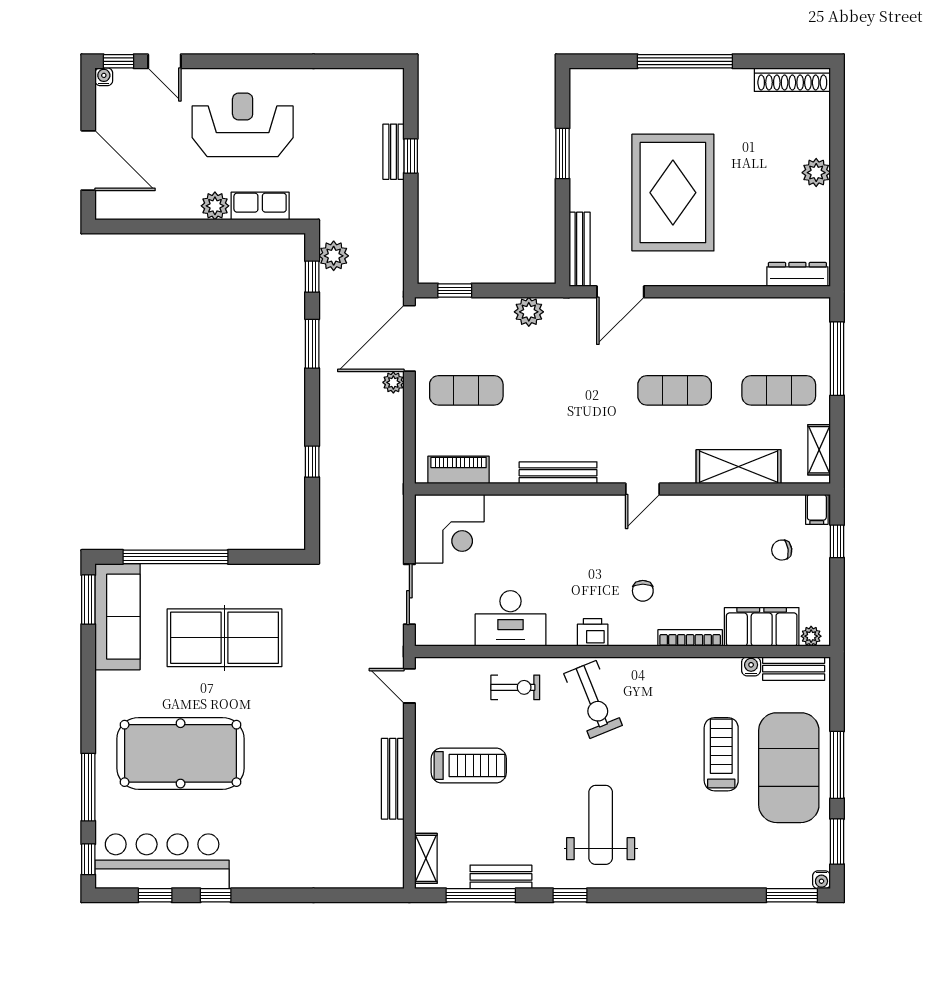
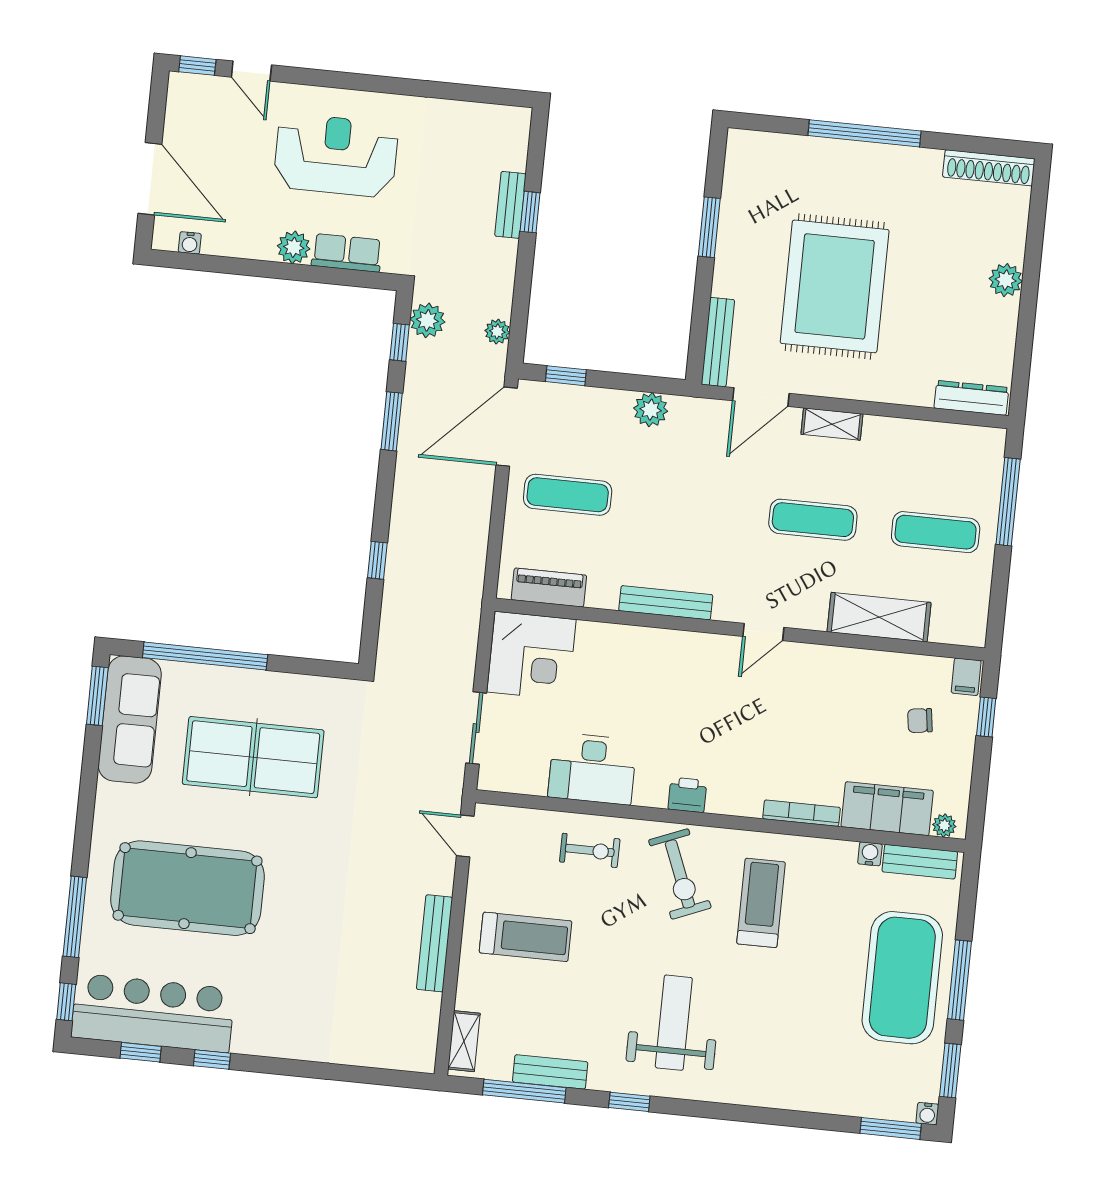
water cooler: (104, 77) -> (190, 243), moved, turned 180
plant: (393, 382) -> (497, 332), moved
shelving: (819, 450) -> (832, 424), moved, turned 90
chair: (643, 591) -> (751, 752), removed
treadmill: (721, 754) -> (761, 903), moved

